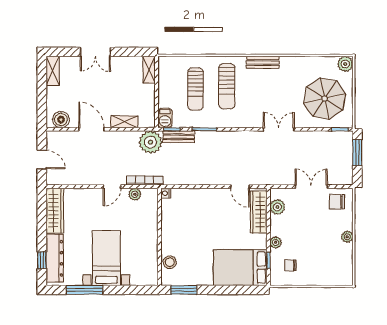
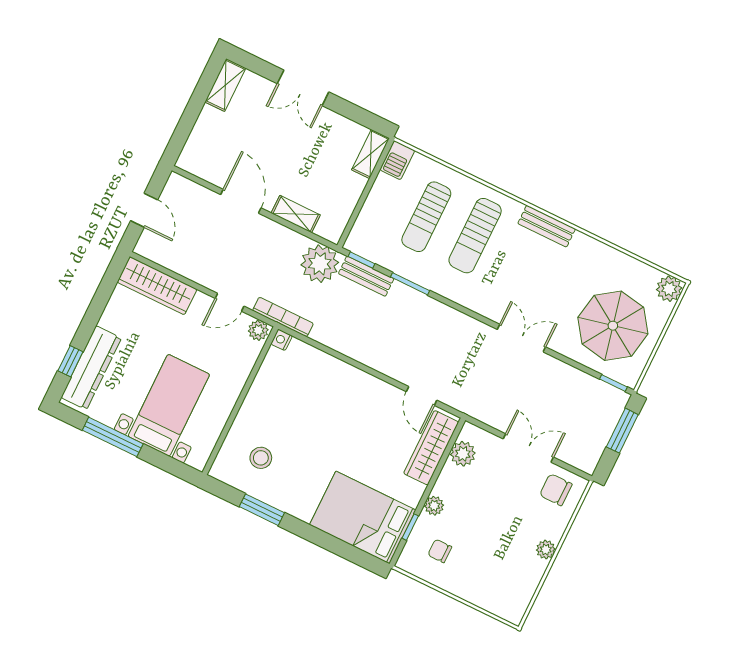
barbecue: (165, 118) -> (397, 160), moved
boiler: (61, 120) -> (202, 164), removed
nightstand: (166, 193) -> (282, 340), moved
wardrobe: (55, 211) -> (157, 286), moved, turned 90
wall: (159, 237) -> (240, 401), moved

